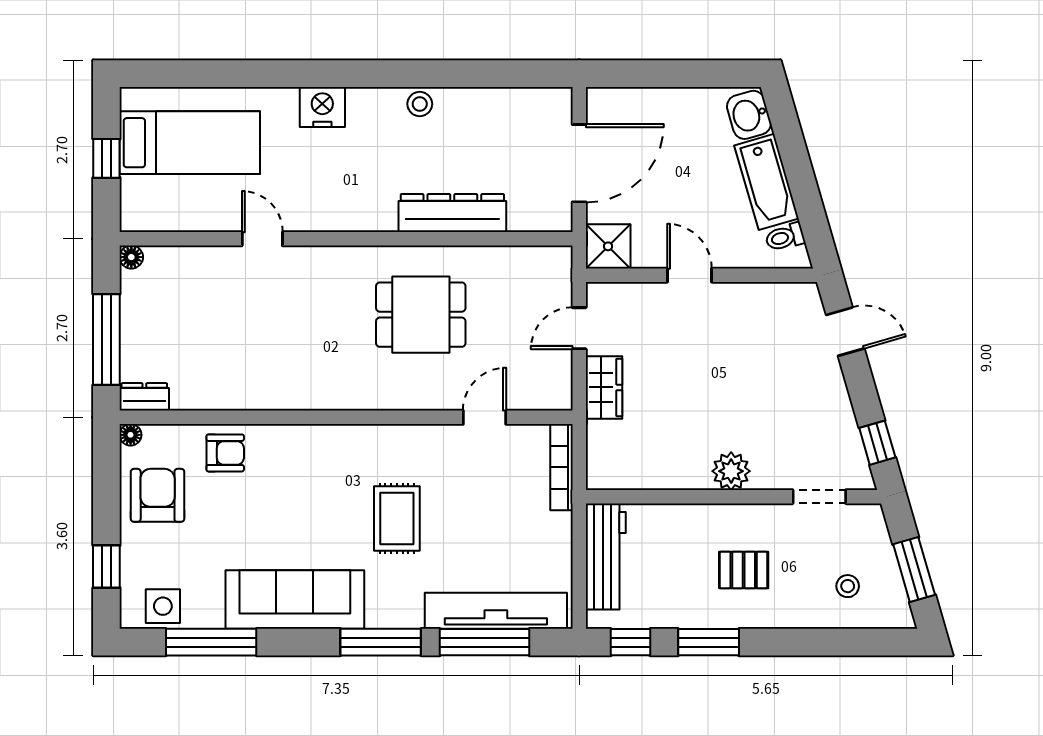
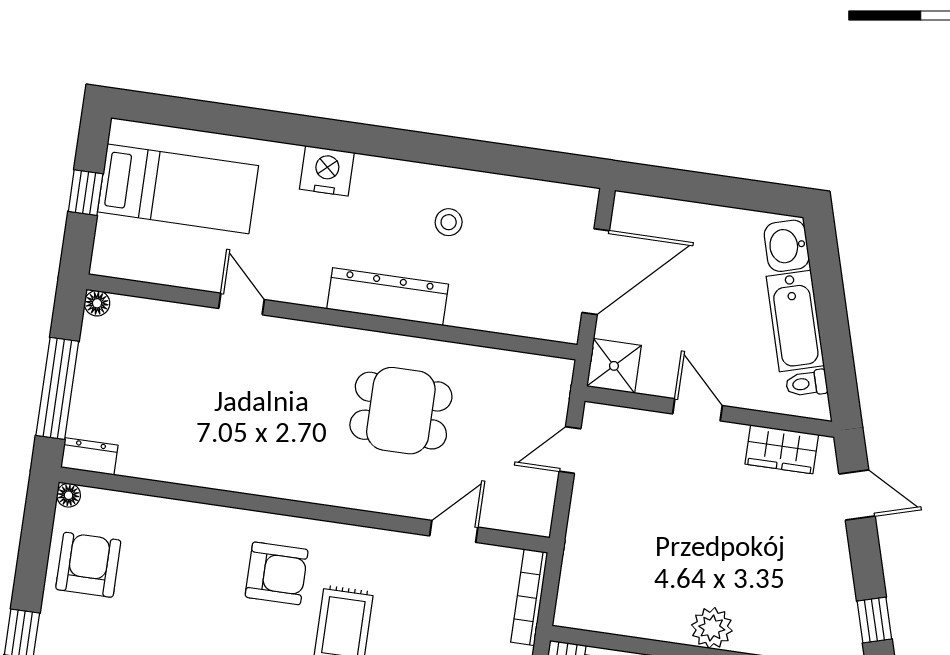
stool: (420, 104) -> (449, 222), moved
dresser: (452, 213) -> (388, 297), moved
wardrobe: (604, 387) -> (782, 449), moved, turned 90
armchair: (225, 453) -> (277, 573), moved, width x1.38, depth x1.38

